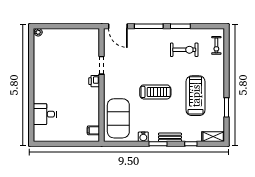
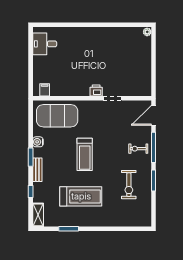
exercise bike: (216, 45) -> (138, 149), moved
desk: (45, 114) -> (45, 44), moved, turned -90

